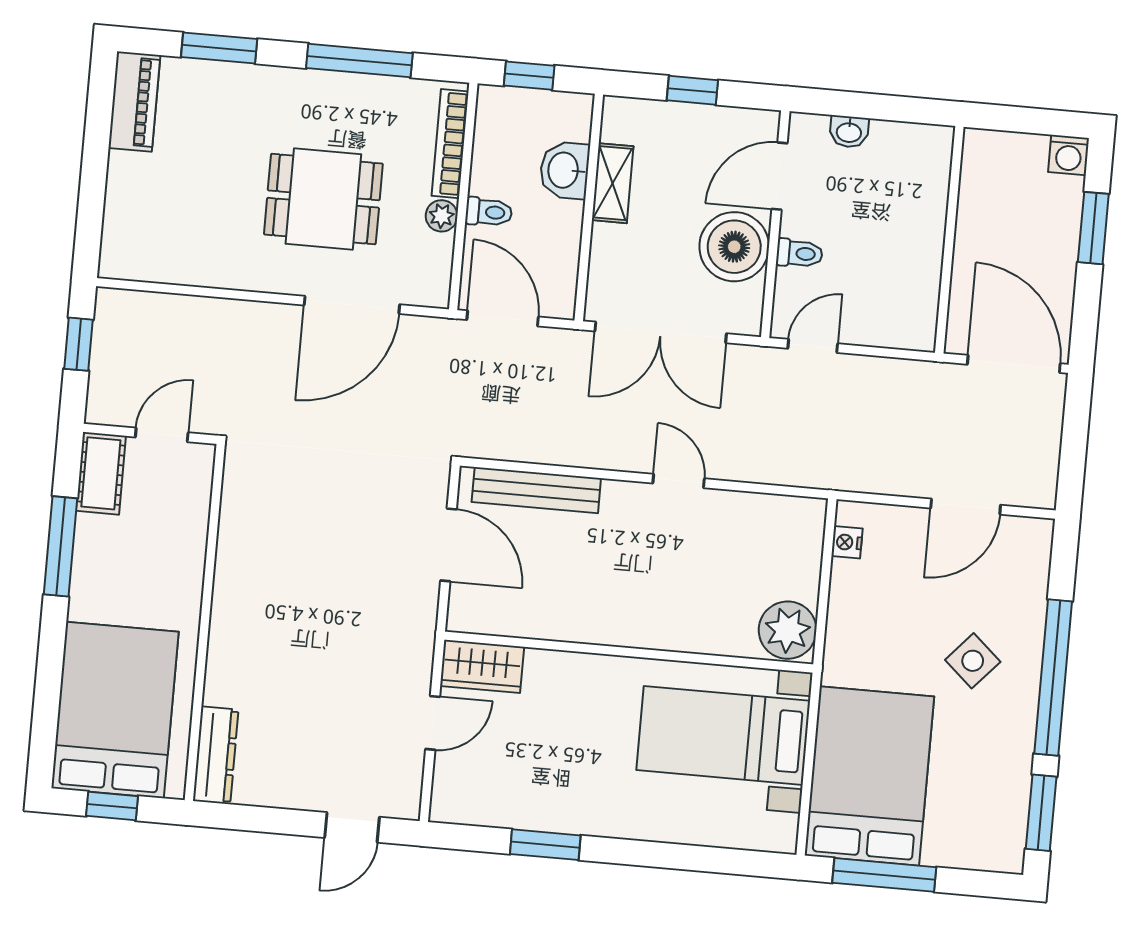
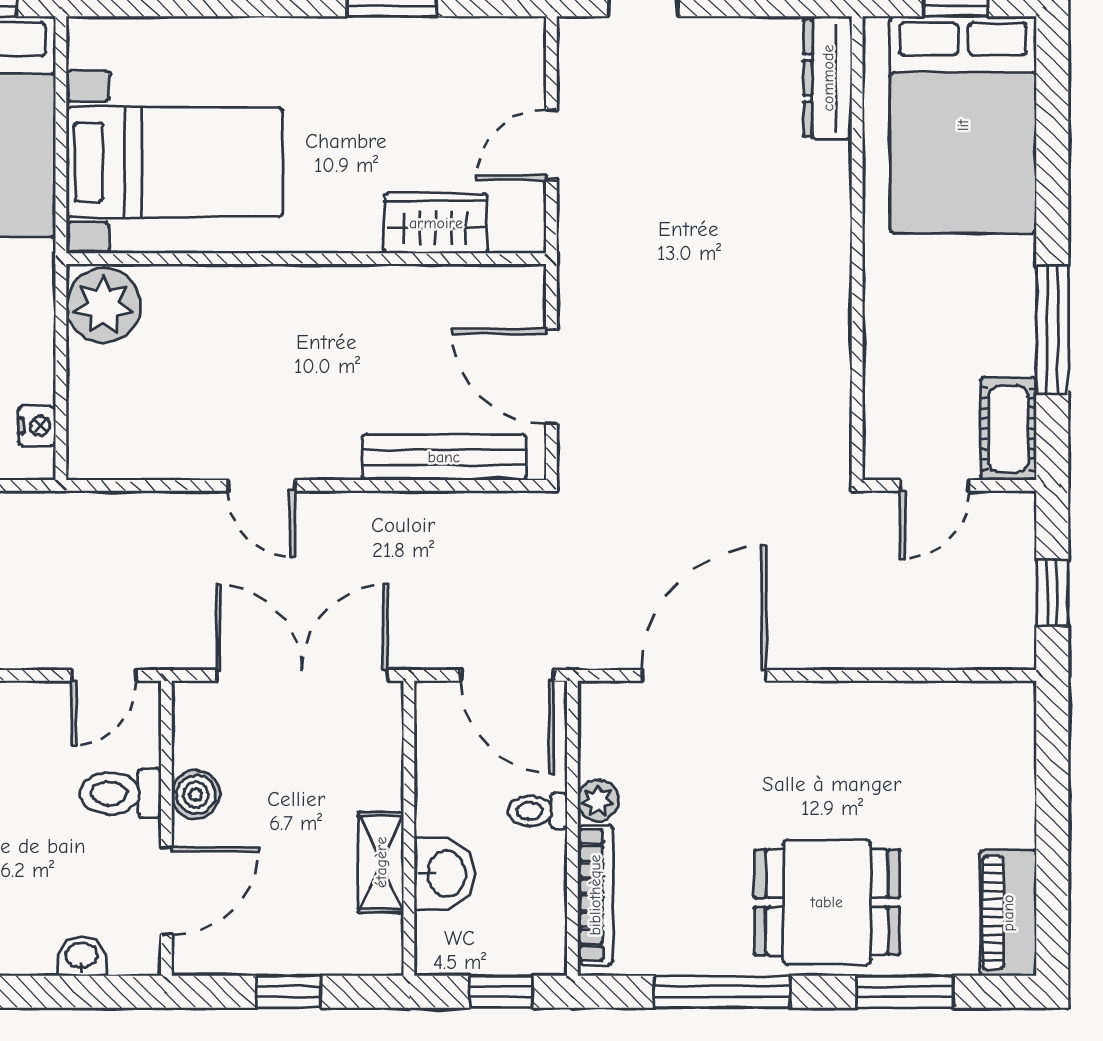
dining table: (323, 199) -> (827, 902), moved
boiler: (734, 247) -> (196, 794), width x0.54, depth x0.54
toilet: (799, 253) -> (120, 793), width x1.37, depth x1.39
wardrobe: (482, 666) -> (436, 223), moved

